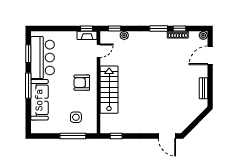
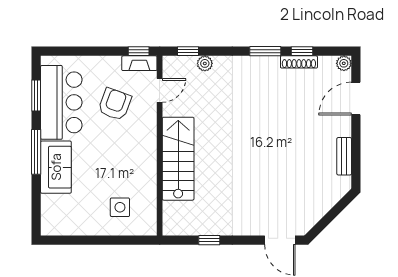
armchair: (82, 83) -> (115, 104), moved, turned 110
sofa: (39, 100) -> (56, 167), width x0.73
window: (73, 136) -> (115, 240), removed
window: (116, 136) -> (209, 240), moved

